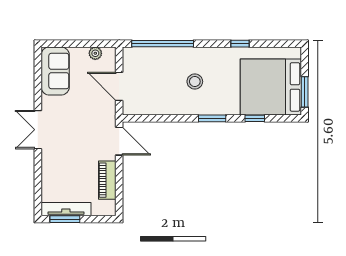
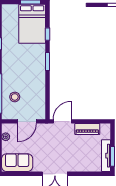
stool: (195, 82) -> (15, 97), moved
bed: (271, 87) -> (32, 24), width x0.73

